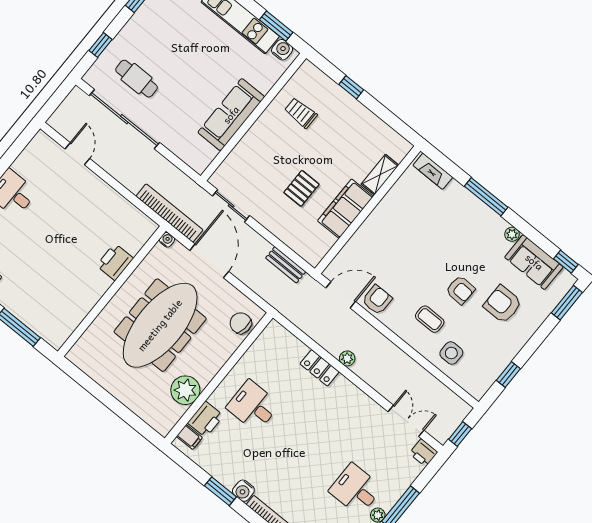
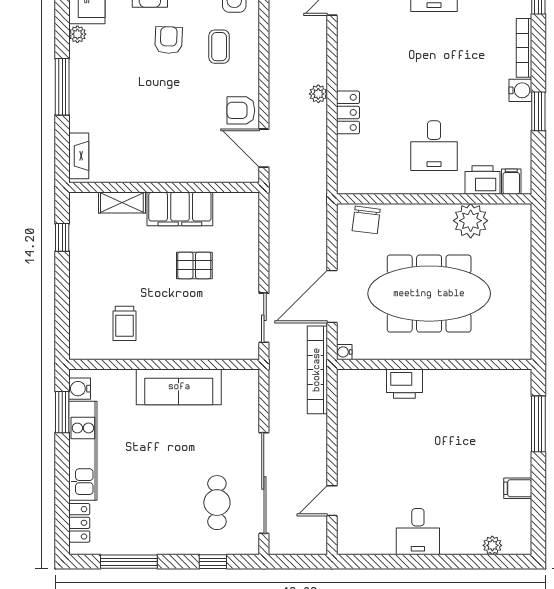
window: (351, 87) -> (62, 237), moved
bench: (286, 265) -> (278, 222), removed

